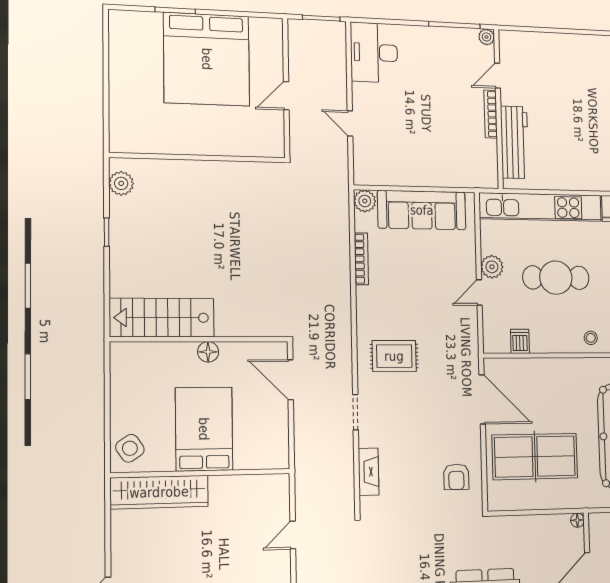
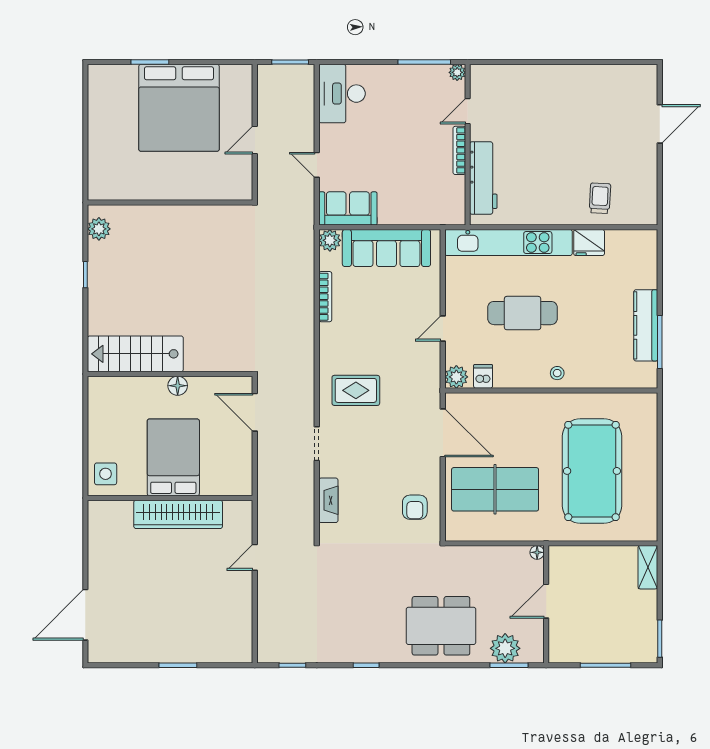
sofa: (382, 169) -> (348, 208), added
plant: (492, 267) -> (456, 377), moved
side table: (130, 448) -> (106, 474), turned 34
wardrobe: (159, 492) -> (178, 514), moved

